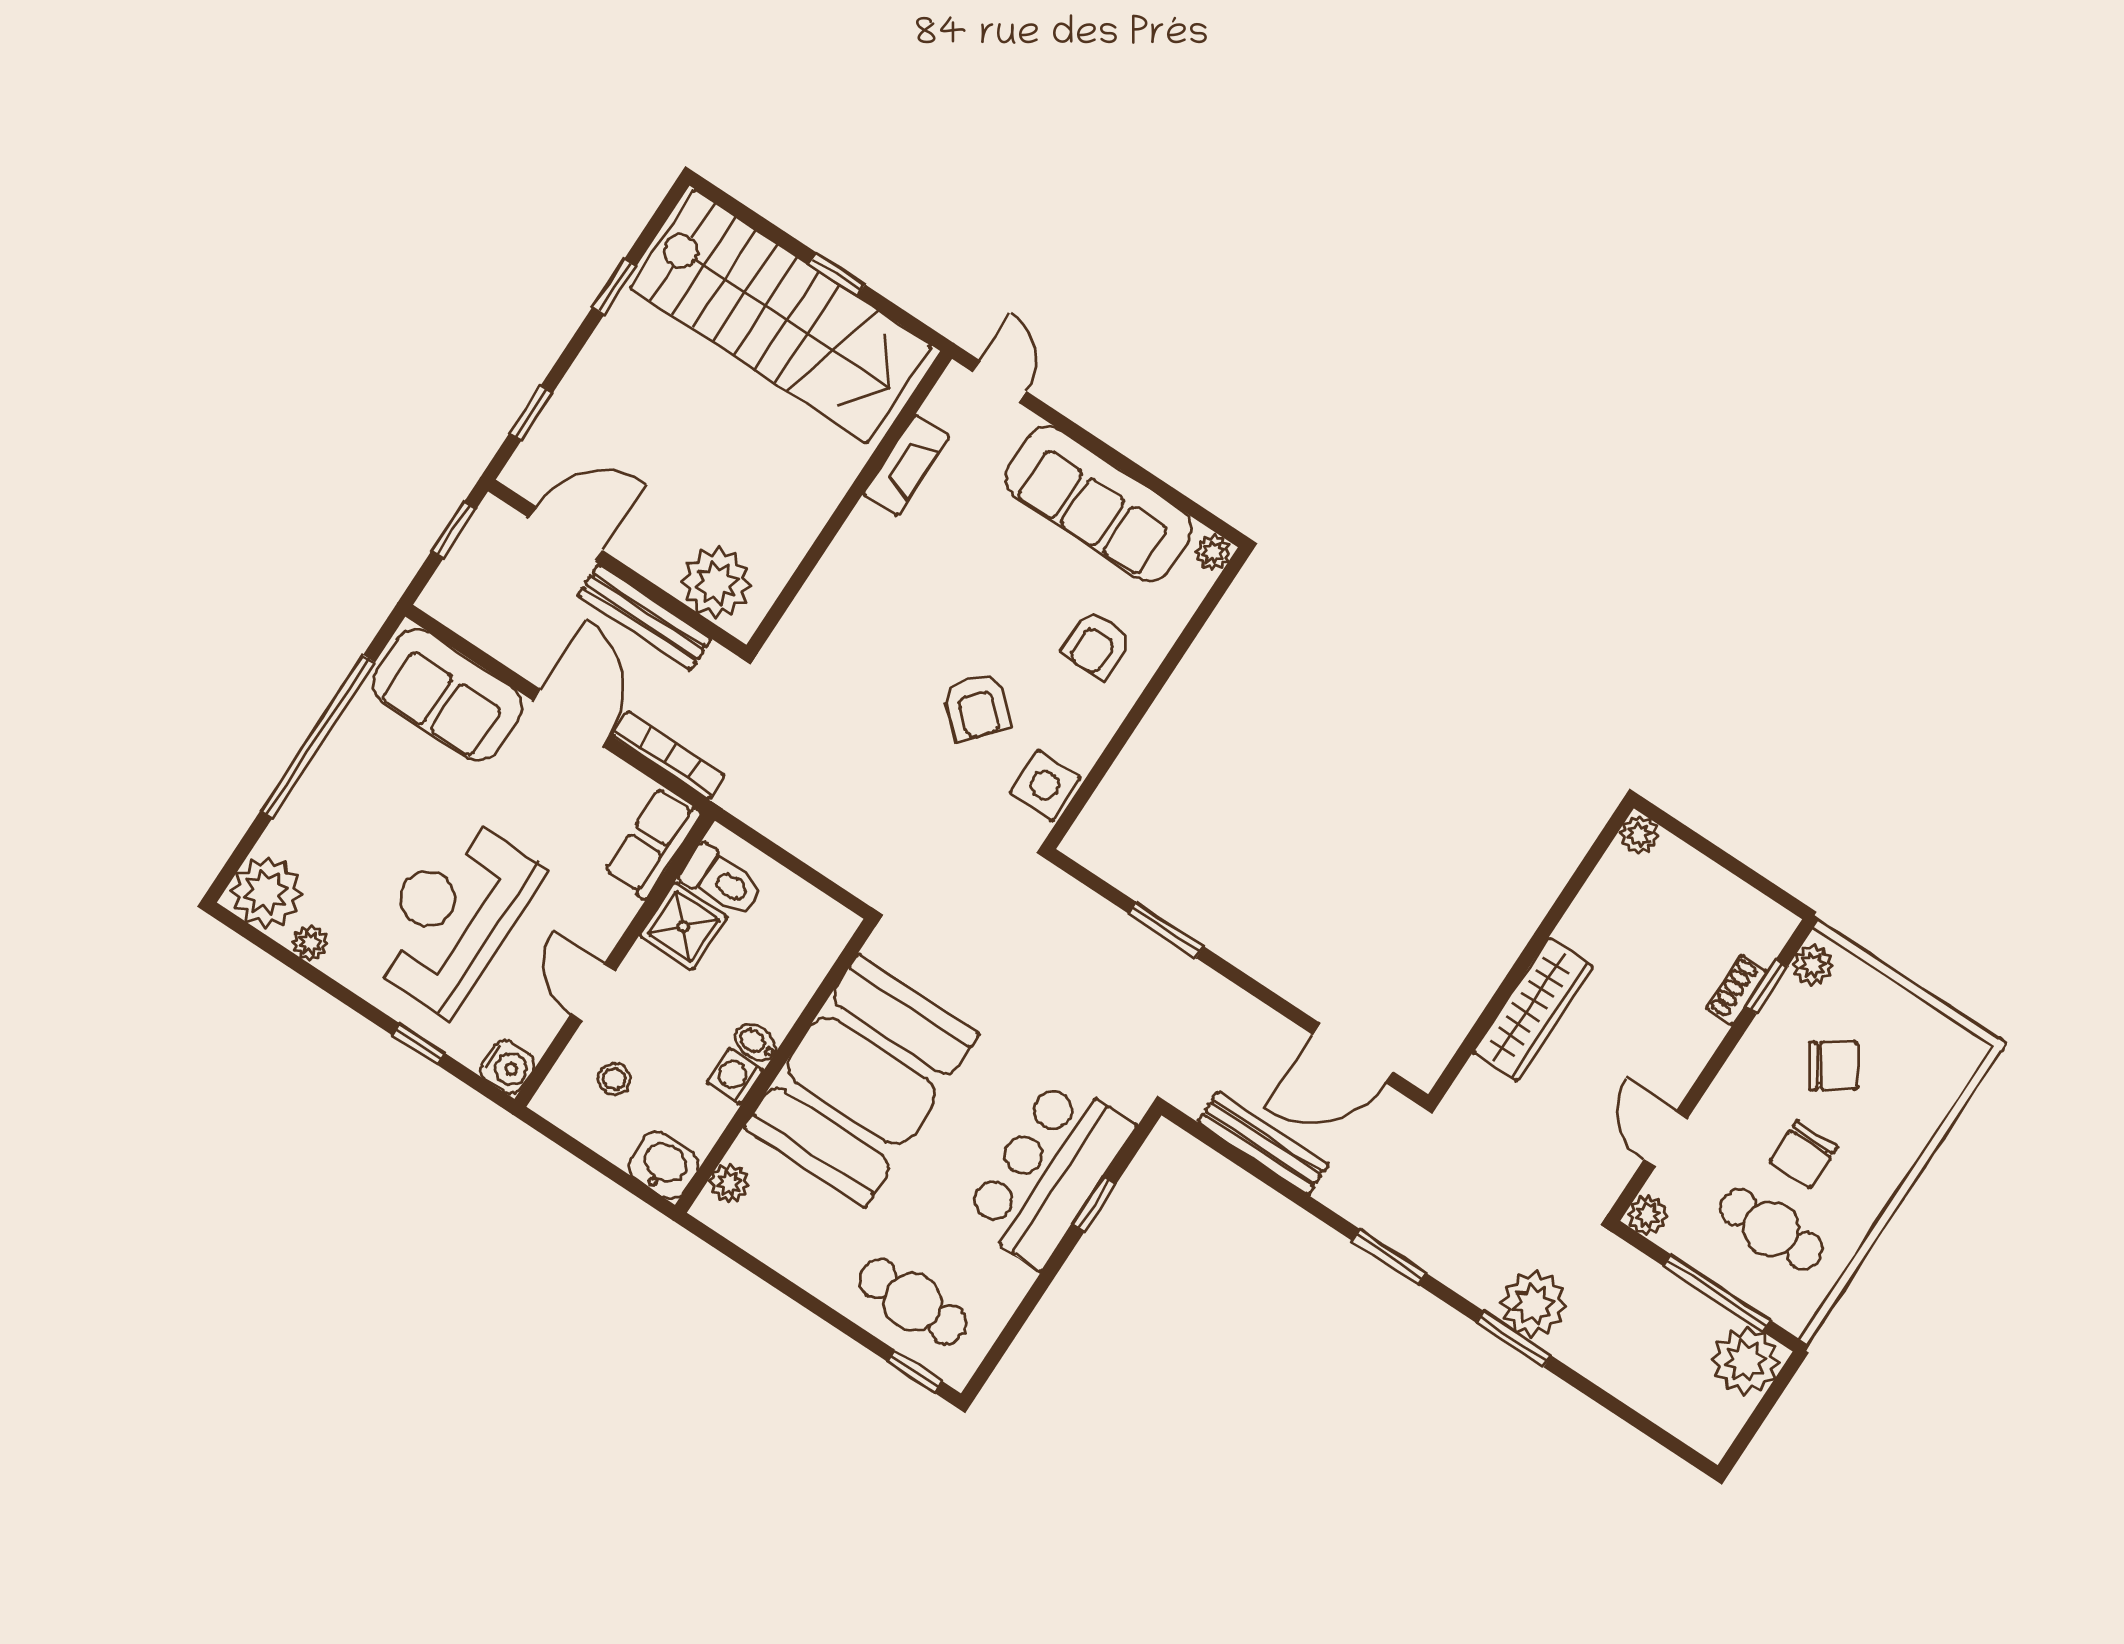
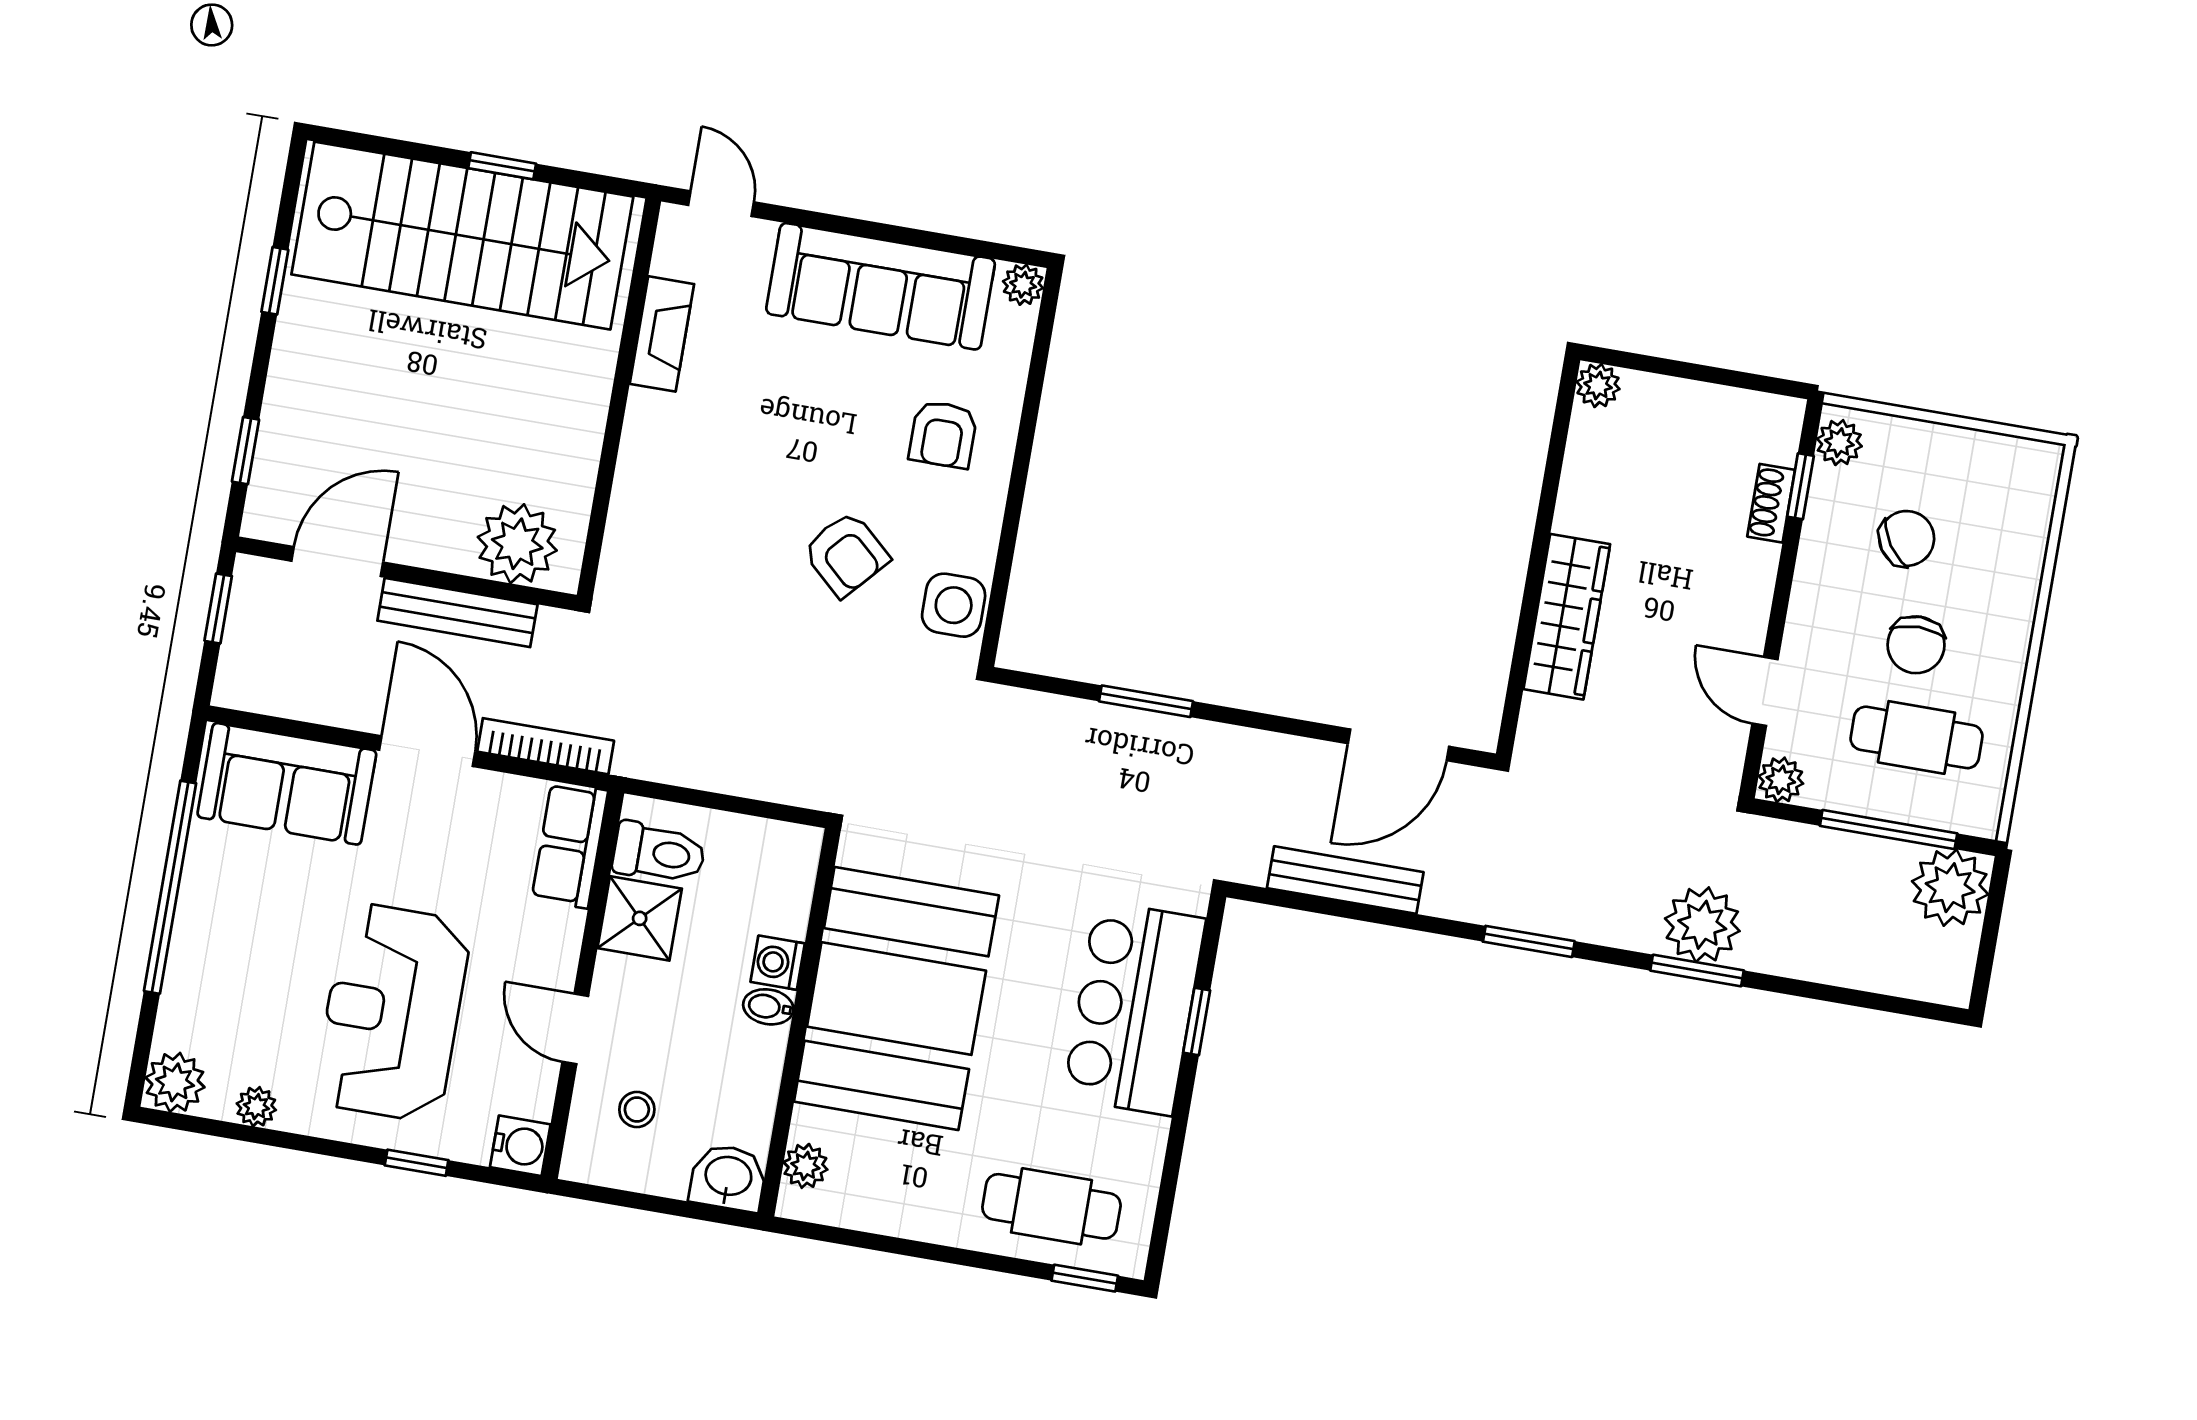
plant: (266, 892) -> (175, 1082), width x0.73, depth x0.73
washing machine: (735, 1076) -> (778, 963), moved

